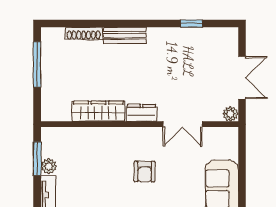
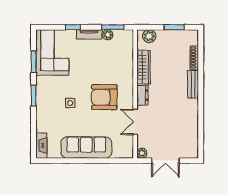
window: (191, 24) -> (201, 128), removed
window: (37, 64) -> (174, 27), width x0.69
plant: (51, 103) -> (149, 36), added
armchair: (145, 172) -> (104, 97), width x1.88, depth x1.88

